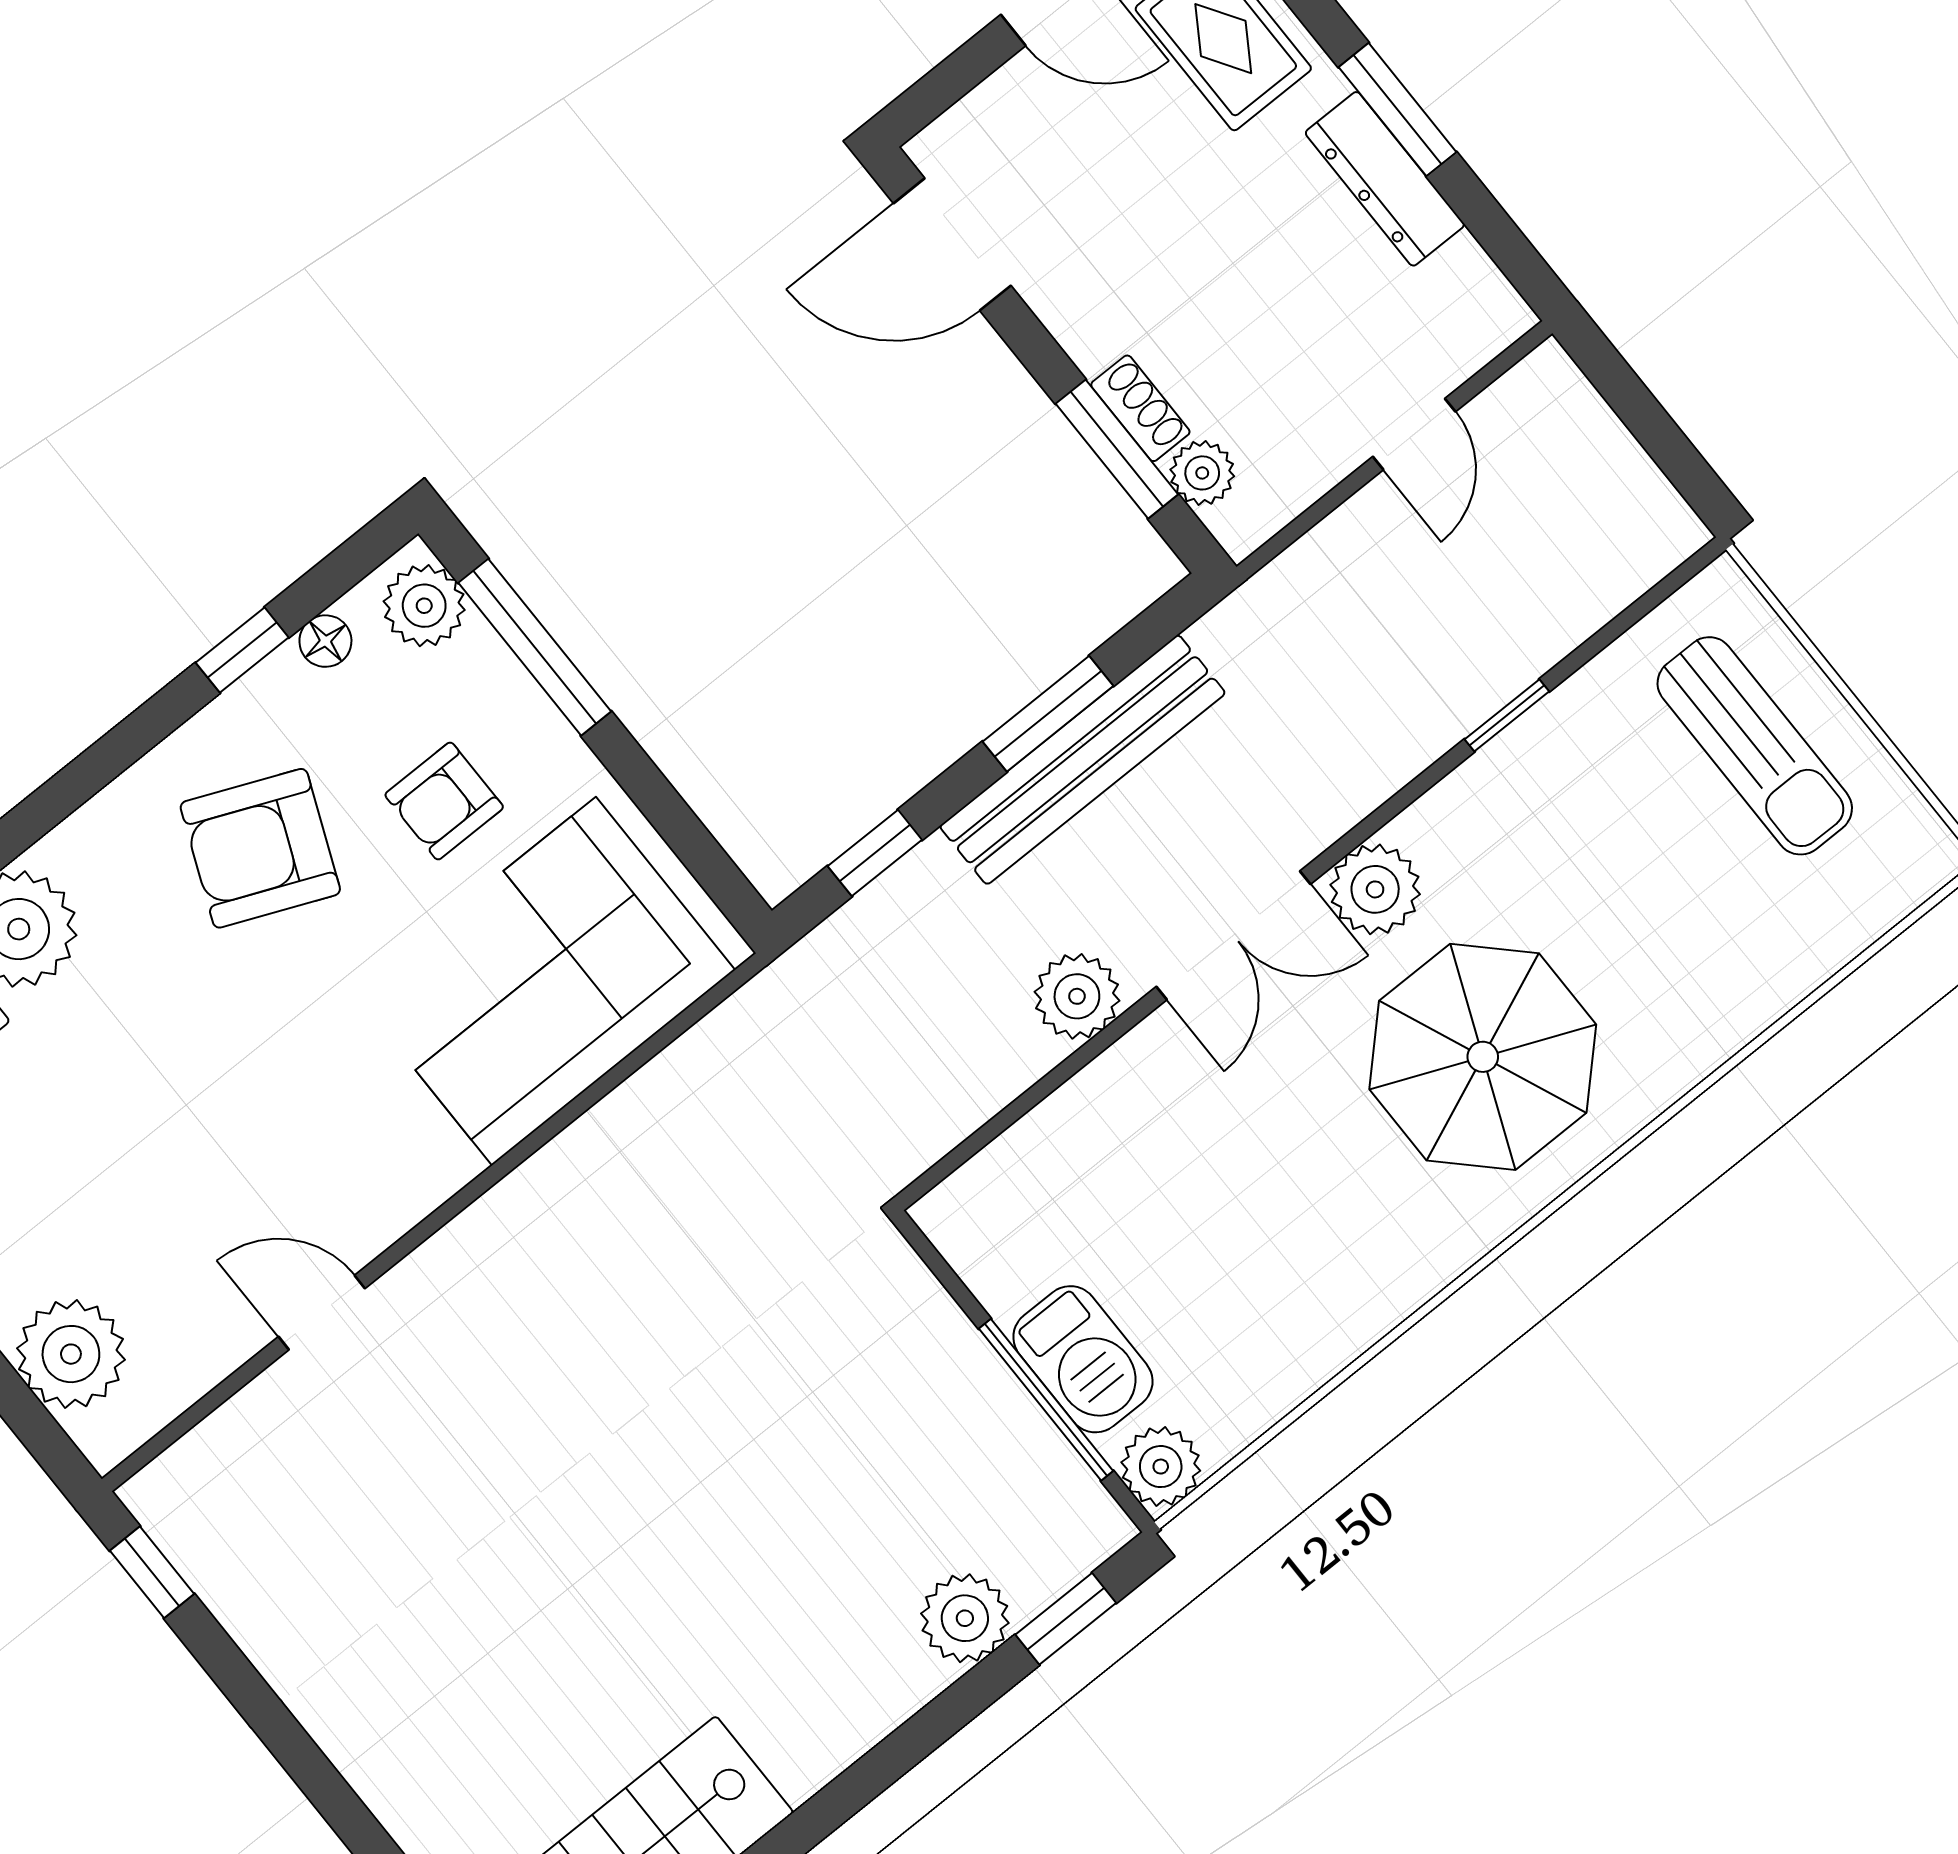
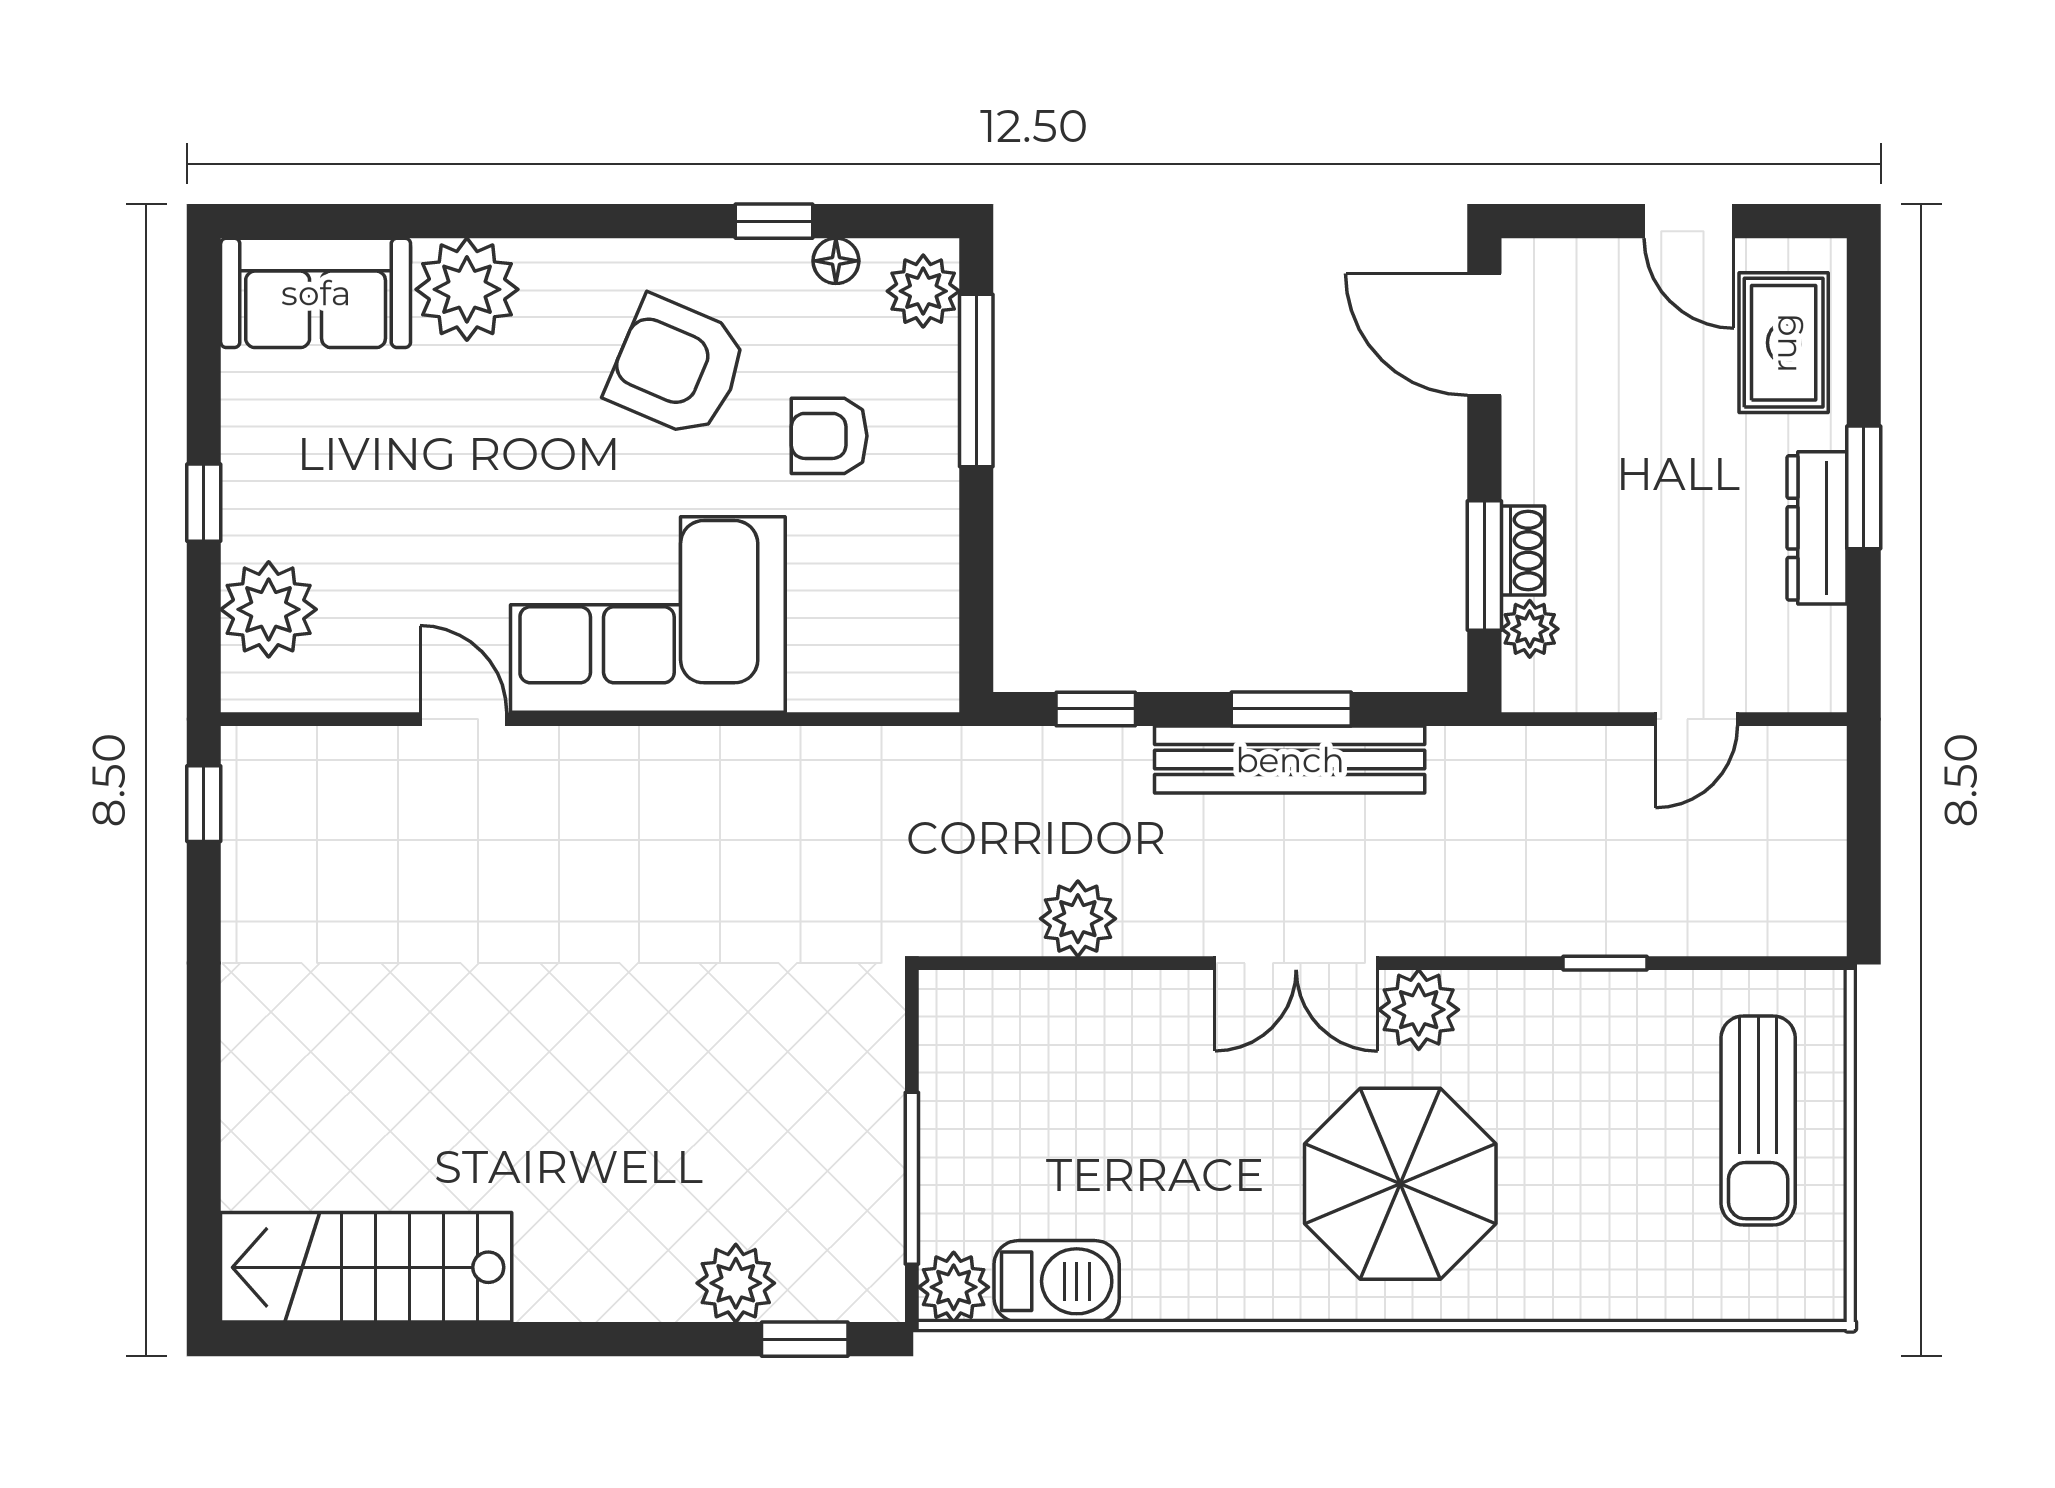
corner sofa: (544, 981) -> (648, 614), moved
plant: (1077, 996) -> (1078, 919), moved
barbecue: (1083, 1359) -> (1057, 1281), moved, turned -90

